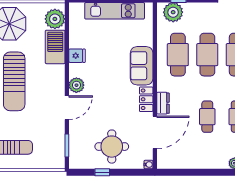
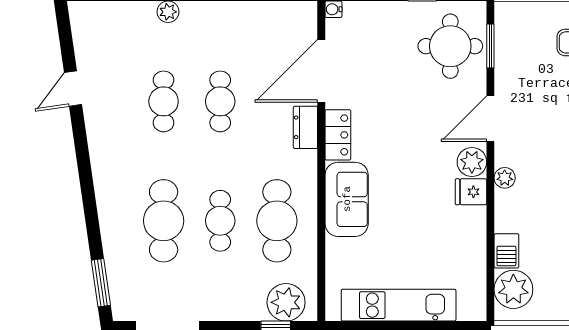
barbecue: (55, 47) -> (506, 251), width x0.53, depth x0.65
cafe table: (207, 55) -> (220, 221), width x0.73, depth x0.74
fridge: (77, 56) -> (471, 192), moved
plant: (59, 77) -> (505, 178), added
round table: (112, 147) -> (450, 46), moved

